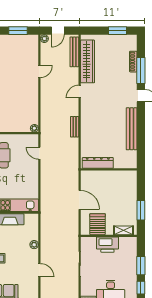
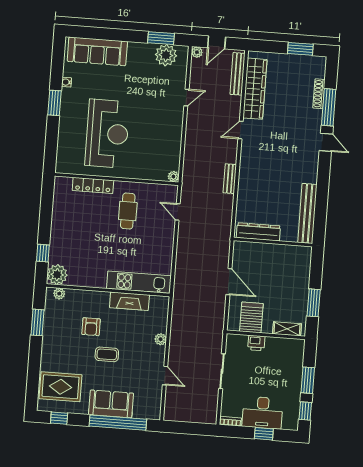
plant: (22, 42) -> (166, 55), added
bench: (132, 129) -> (307, 213), moved
printer: (107, 245) -> (256, 343), width x0.53, depth x0.68

